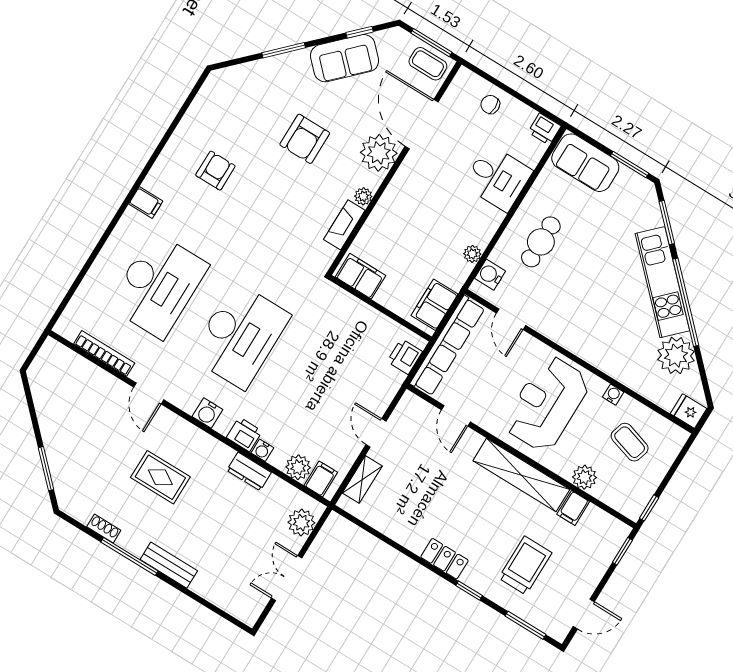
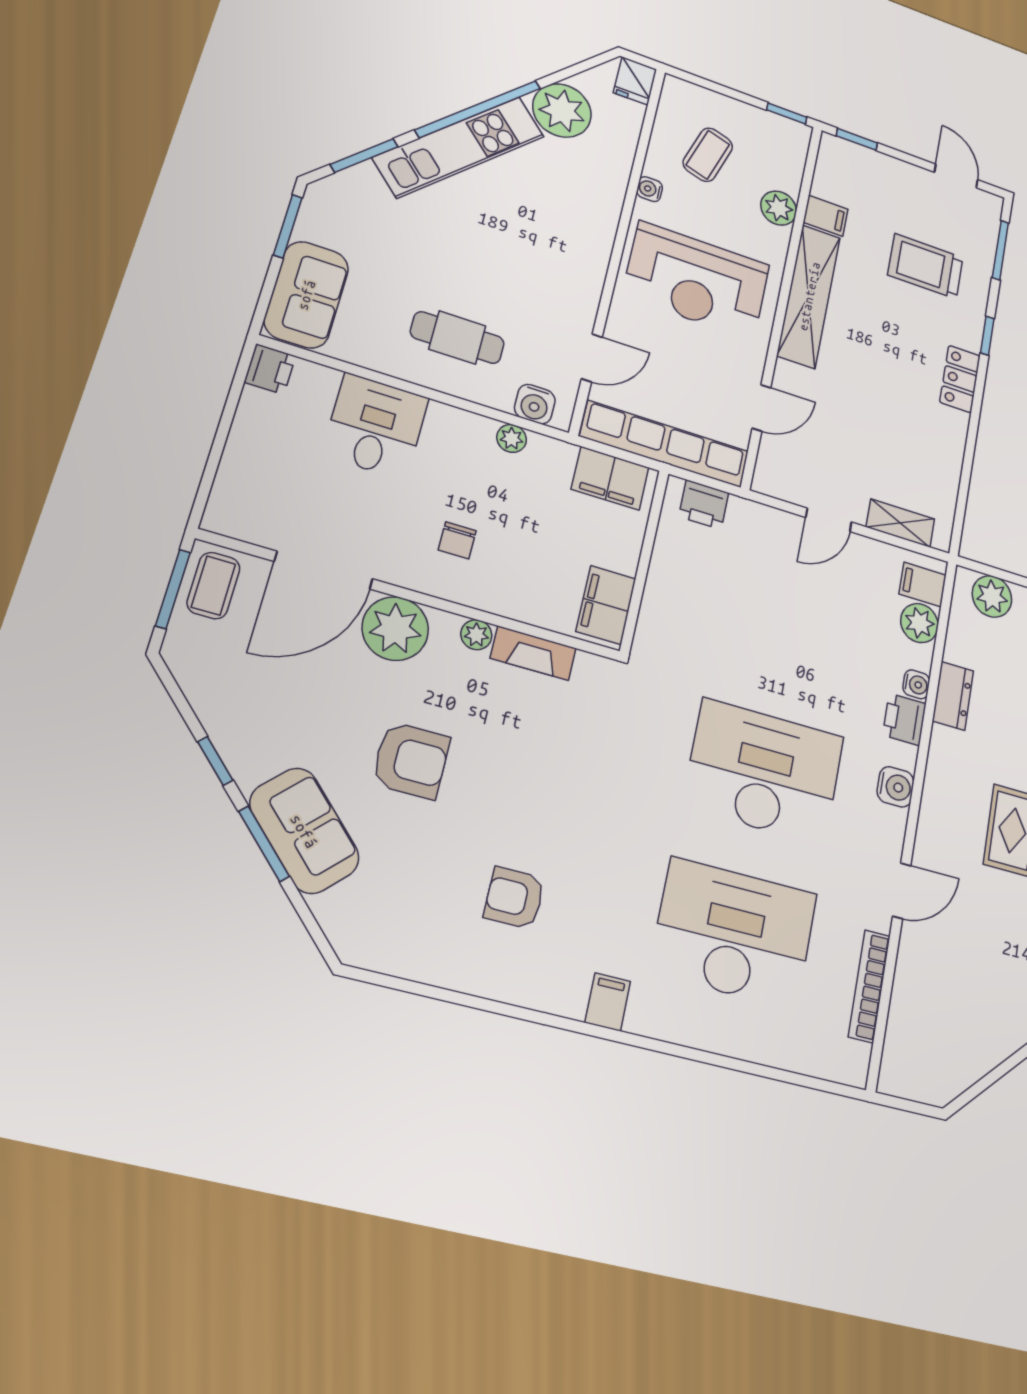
window: (360, 32) -> (215, 761), moved
sofa: (345, 58) -> (304, 831), moved
chair: (490, 105) -> (457, 540), moved

